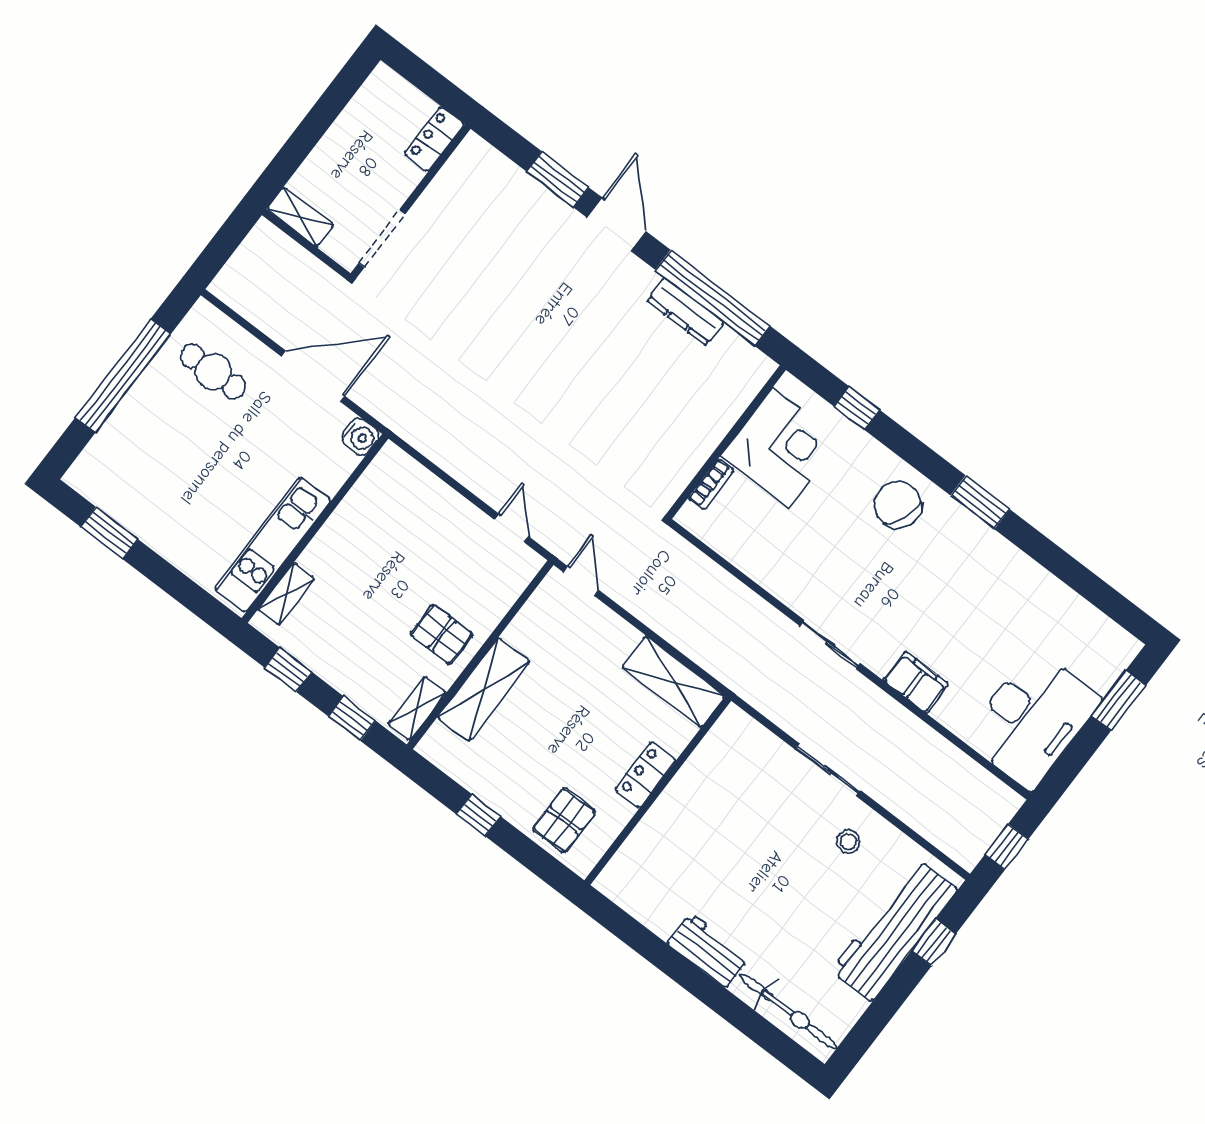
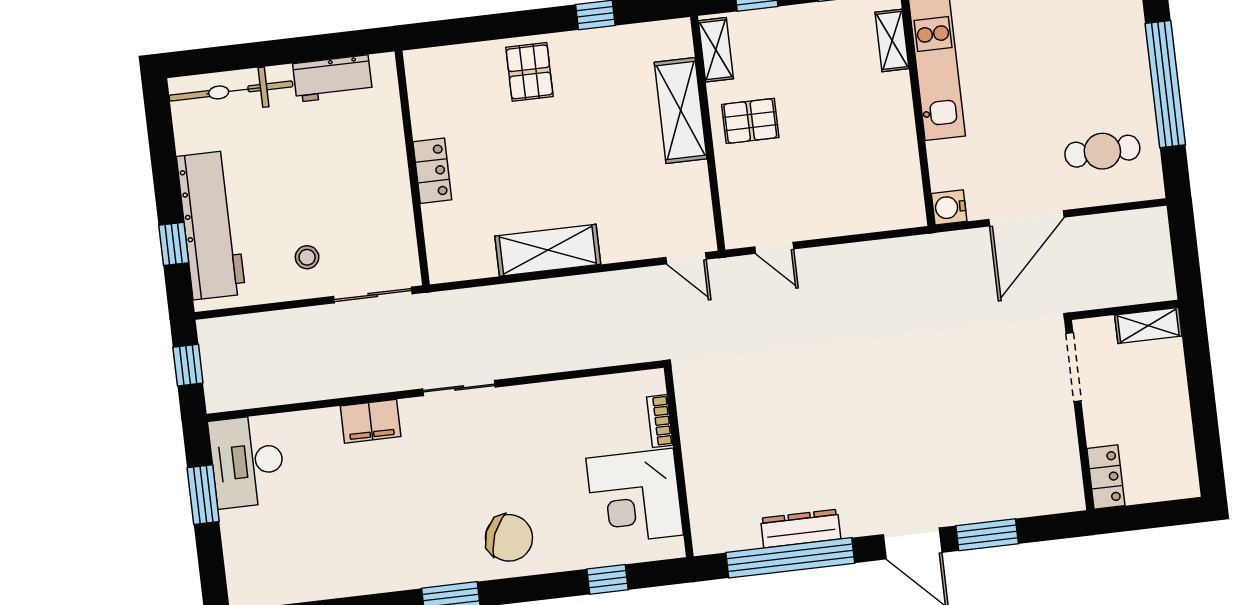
window: (1118, 701) -> (203, 495), moved
desk: (1032, 719) -> (247, 461), width x0.73, depth x0.77
locker: (645, 775) -> (432, 171), moved
wall: (658, 791) -> (412, 168), moved

